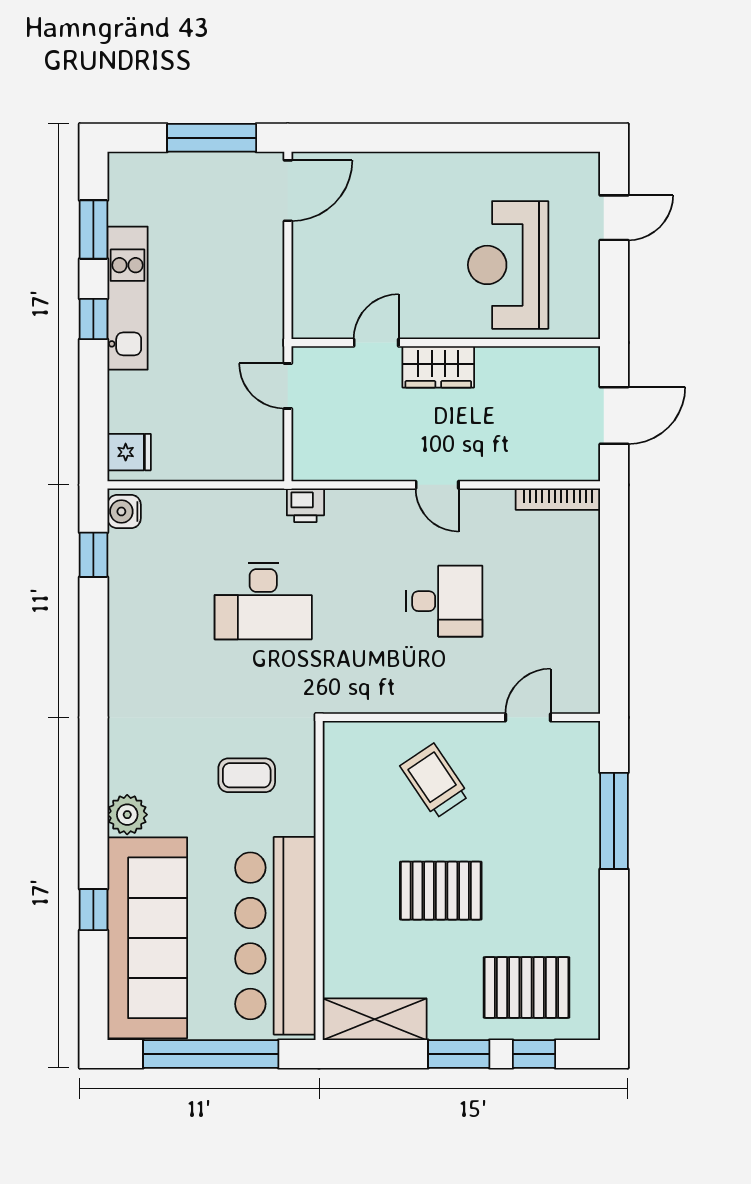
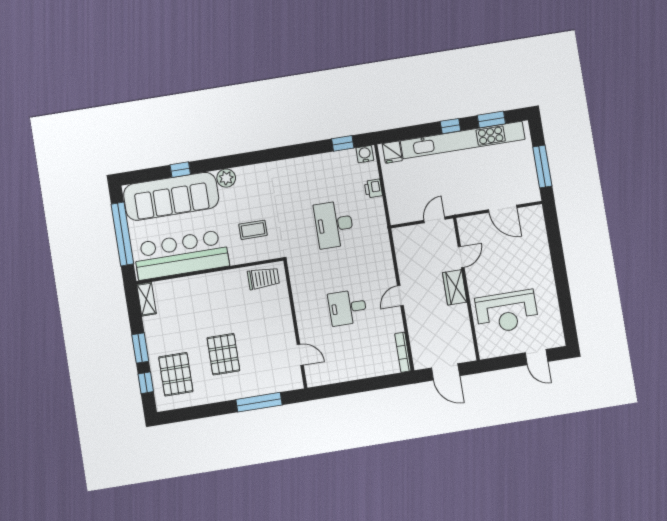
door: (288, 191) -> (503, 209), moved
reception desk: (508, 265) -> (507, 312), turned 180
kitchen unit: (128, 298) -> (463, 140), width x1.86
door: (376, 343) -> (461, 257), hinge flipped
printer: (305, 505) -> (373, 188), moved
desk: (444, 601) -> (348, 308), turned 90
coffee table: (247, 775) -> (253, 230), turned 90
trolley: (435, 781) -> (263, 278), moved, turned 34
pallet: (441, 891) -> (223, 354), moved
shelving: (375, 1019) -> (146, 299), width x0.67, depth x0.75

